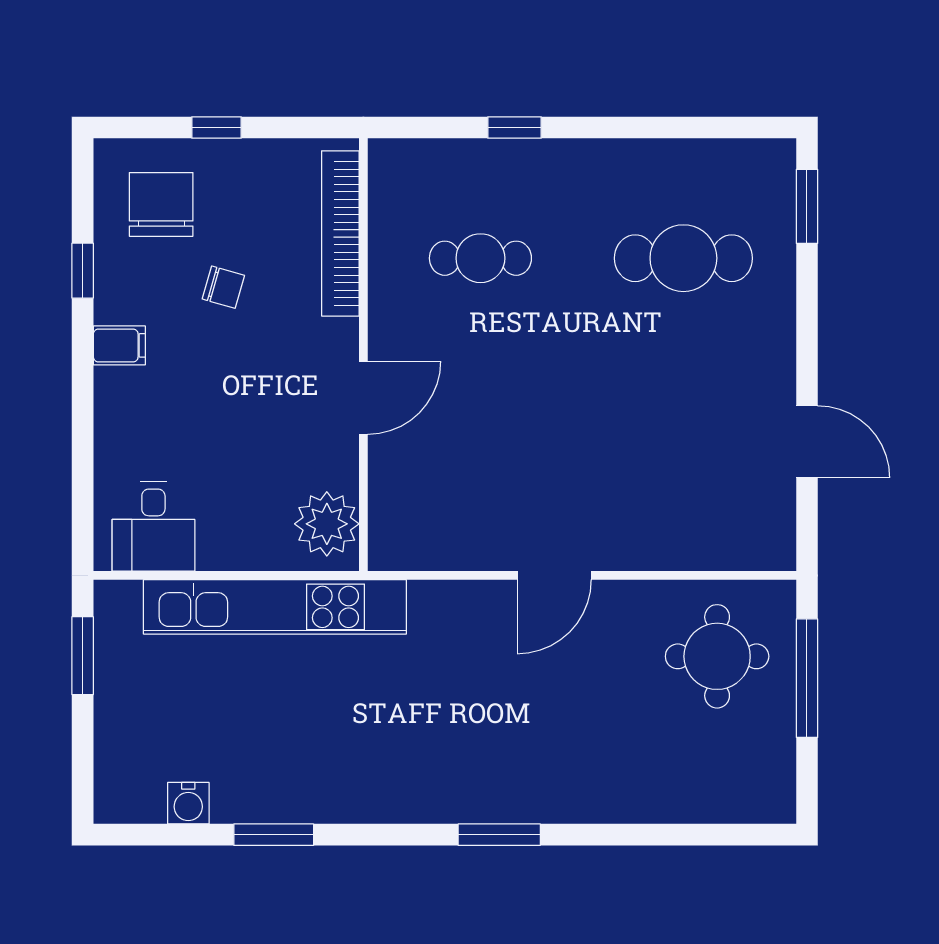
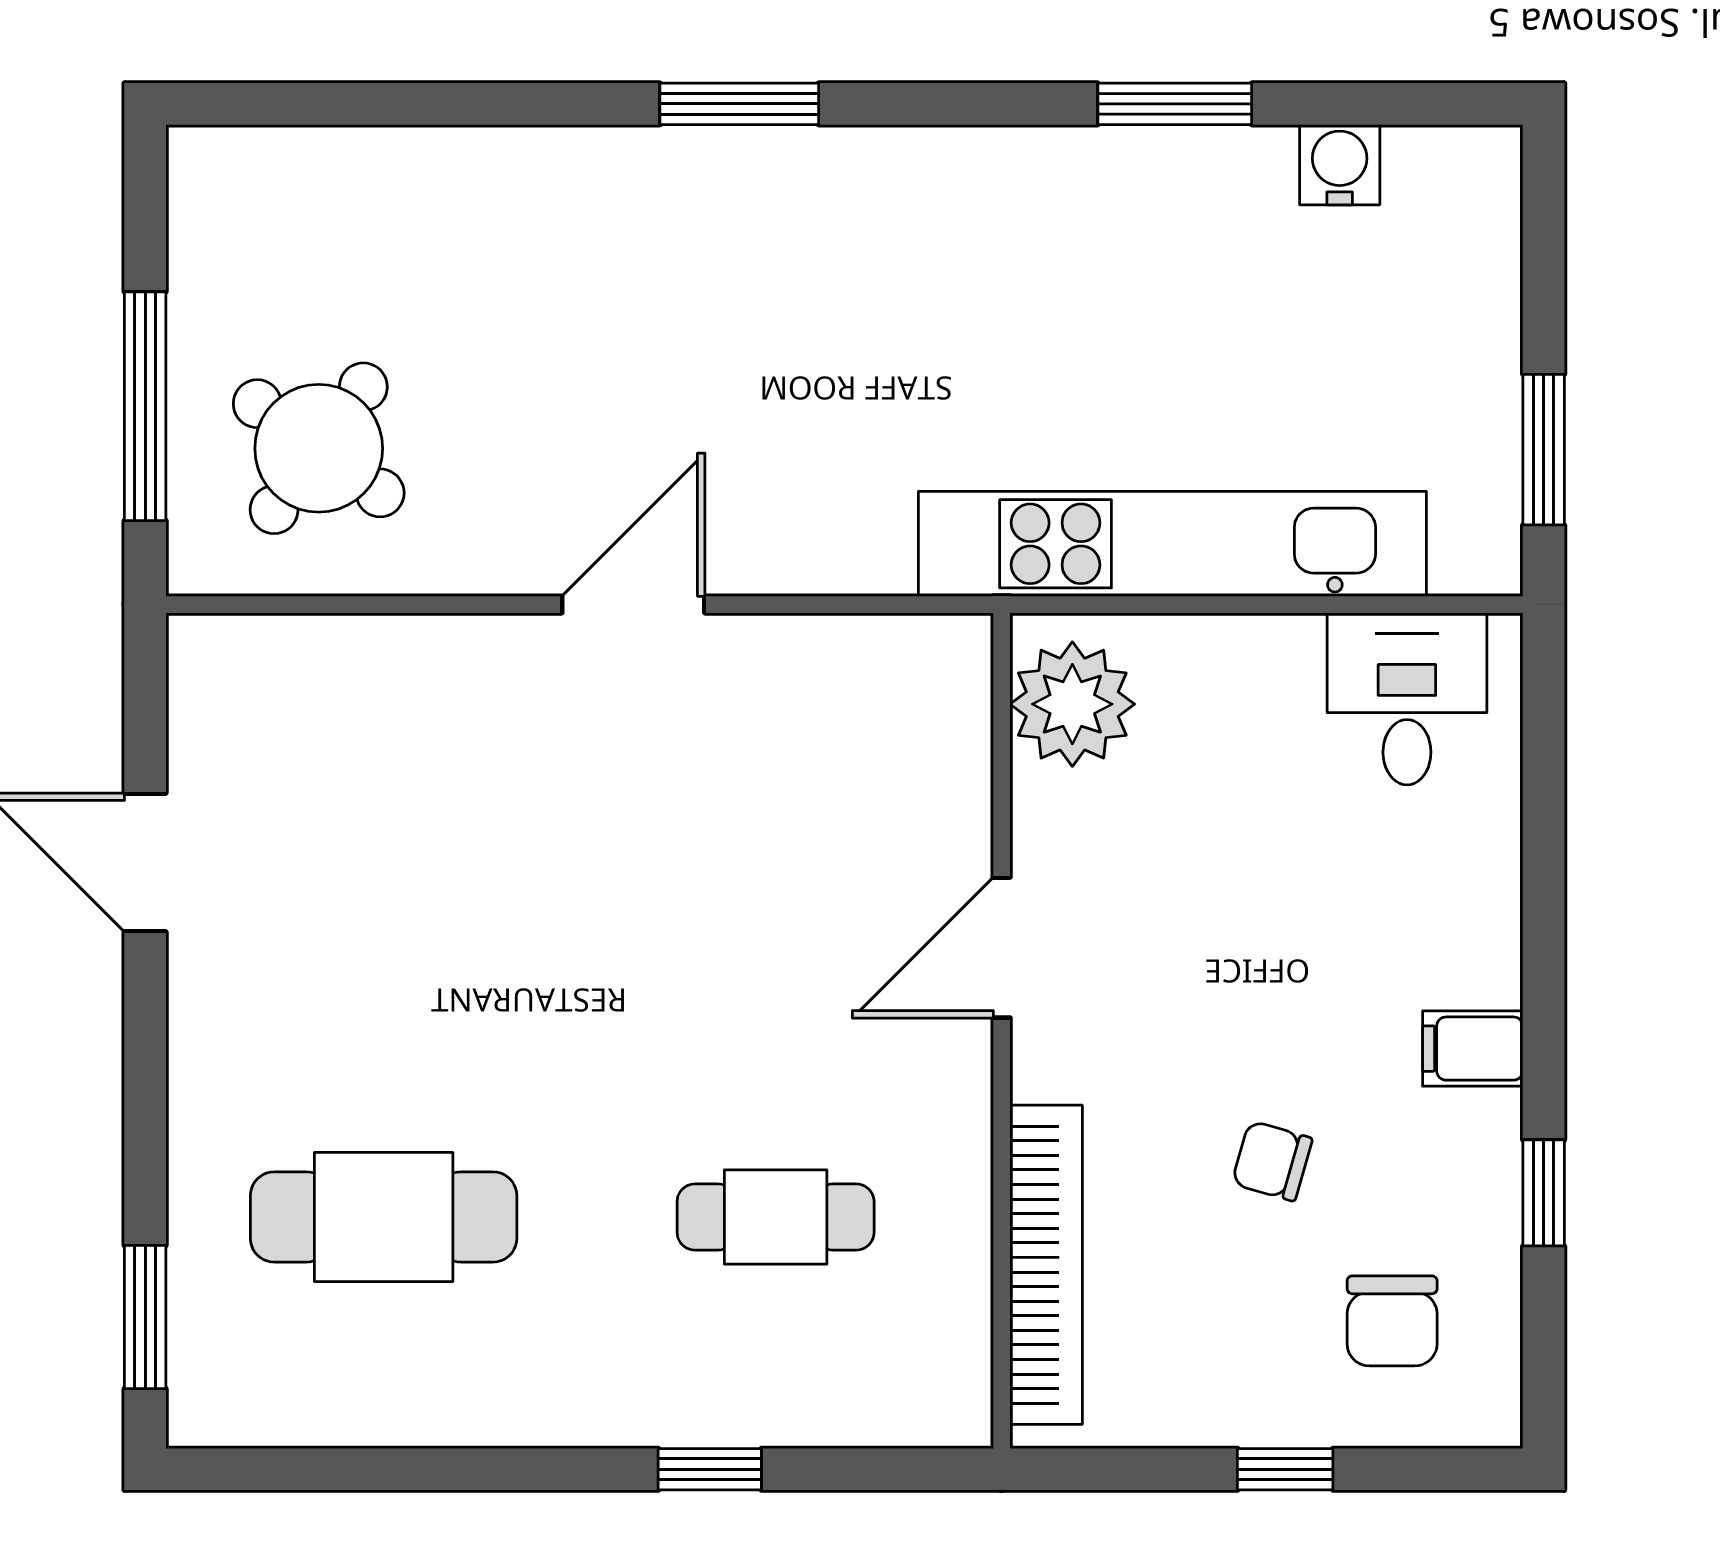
chair: (161, 204) -> (1392, 1321), width x0.73, depth x0.73
round table: (717, 656) -> (319, 448), turned 36

